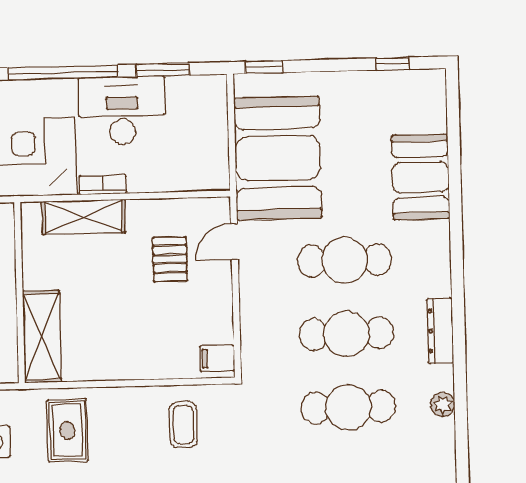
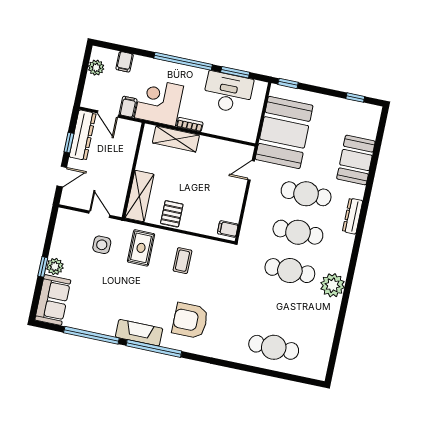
desk: (122, 111) -> (228, 92), moved
pallet: (170, 259) -> (172, 214), moved
dresser: (440, 331) -> (353, 216), moved
plant: (443, 405) -> (333, 285), width x1.87, depth x1.87
coffee table: (183, 425) -> (183, 261), moved

